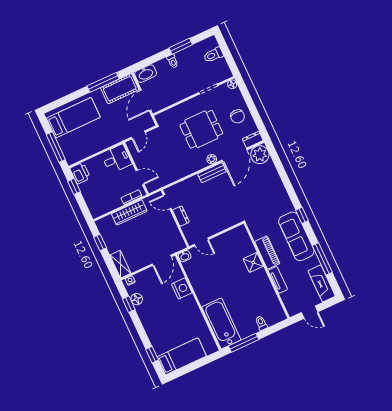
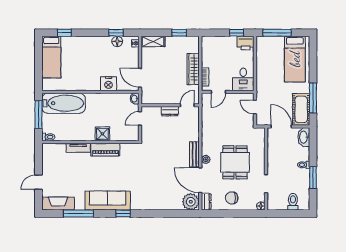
piano: (267, 252) -> (105, 150), moved
shower: (253, 263) -> (102, 134), moved
wall: (267, 271) -> (90, 142), moved
tv unit: (278, 280) -> (78, 148), moved

